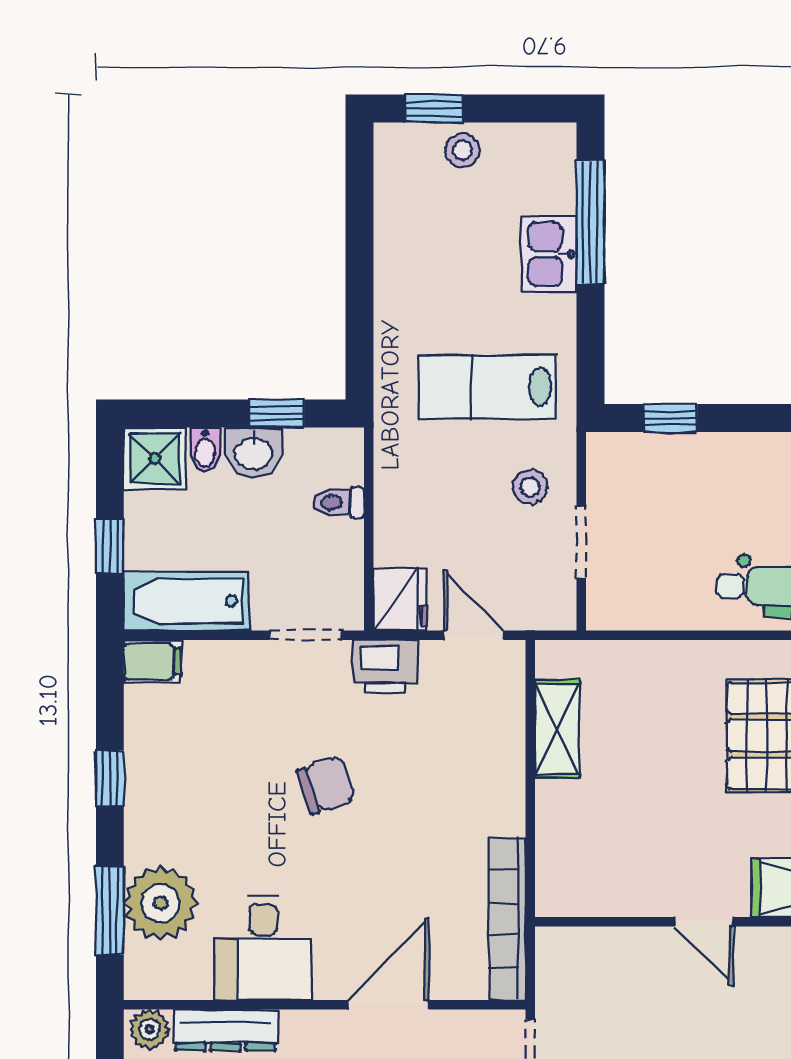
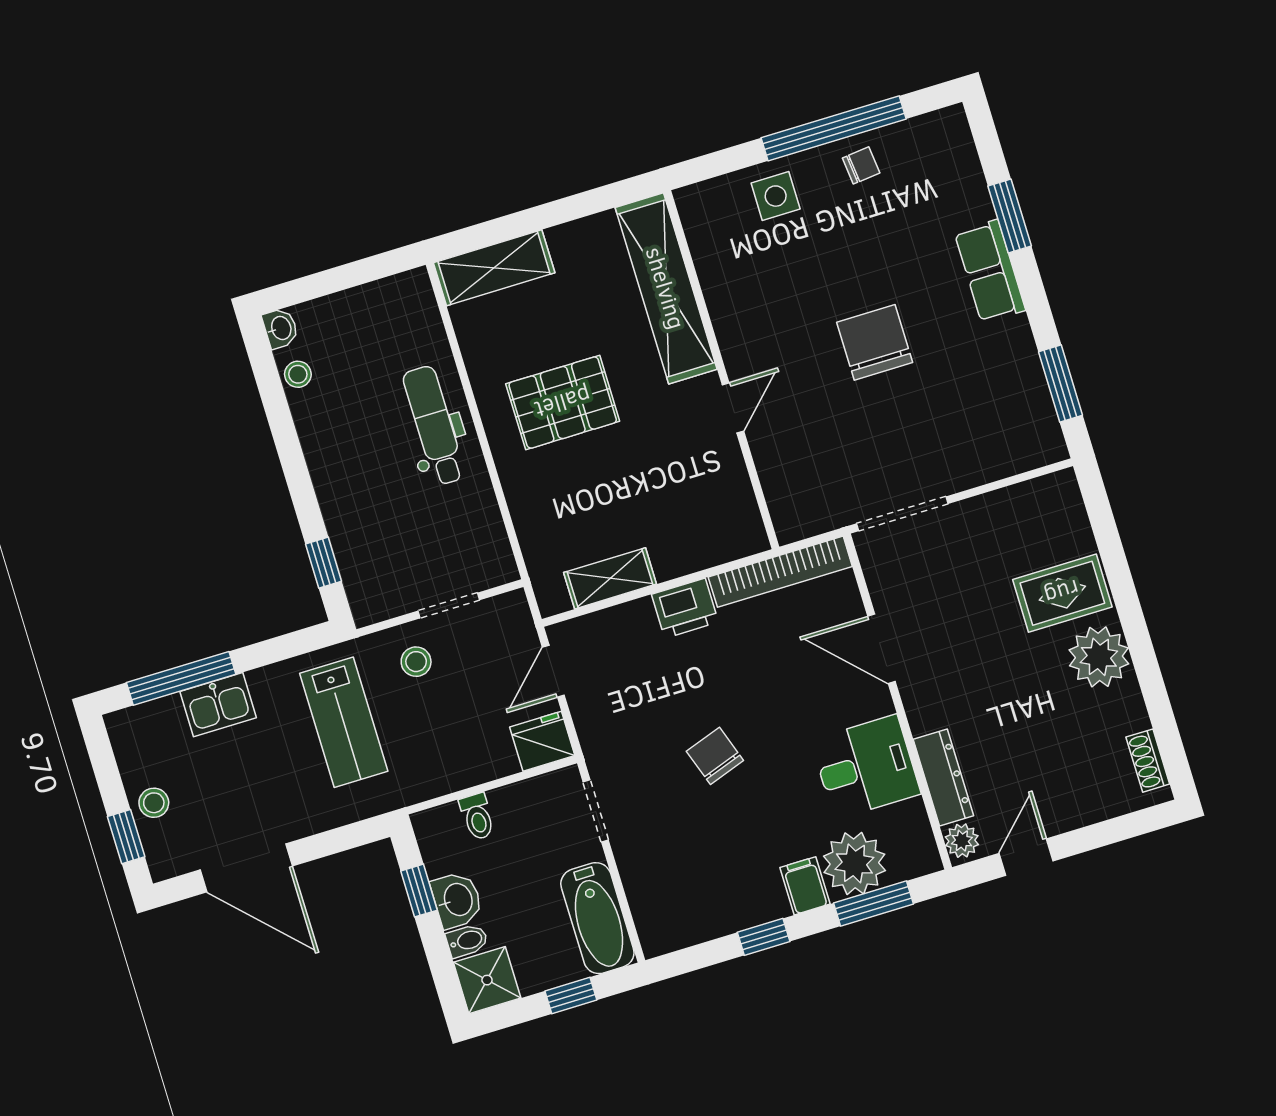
door: (359, 231) -> (246, 868), added
filing cabinet: (152, 661) -> (805, 886), moved
printer: (385, 667) -> (685, 608), moved, turned 90

